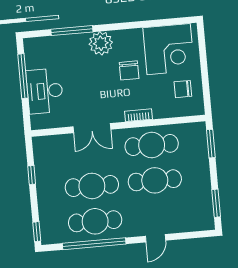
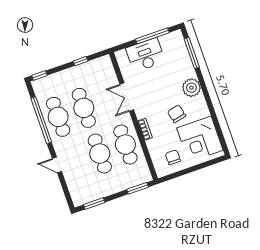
window: (72, 31) -> (192, 53), moved
chair: (129, 70) -> (177, 114), turned 77

